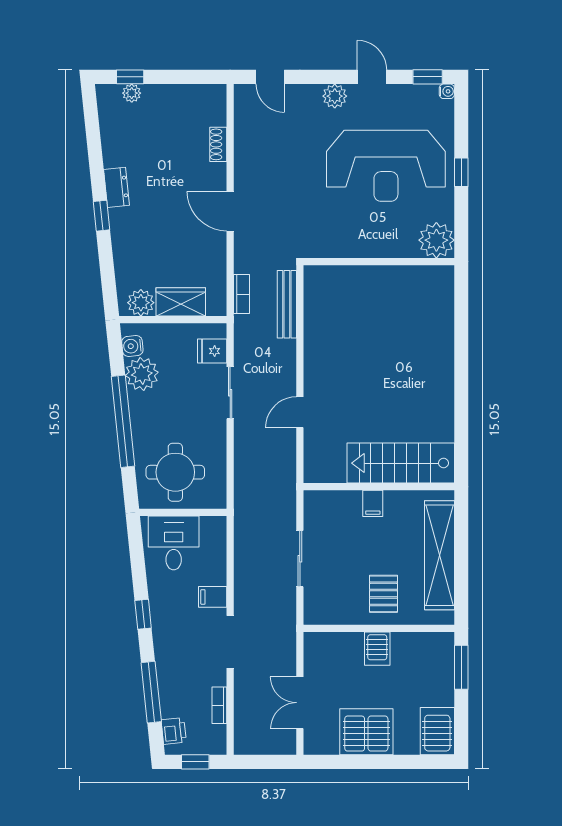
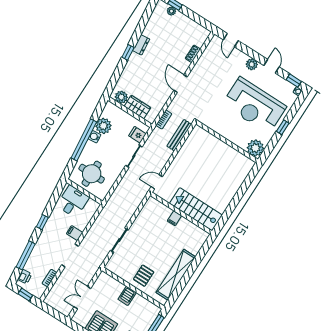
water cooler: (132, 346) -> (95, 137), moved
stairs: (401, 463) -> (196, 209), moved
wall: (379, 487) -> (181, 213), moved
filing cabinet: (373, 503) -> (174, 218), moved

